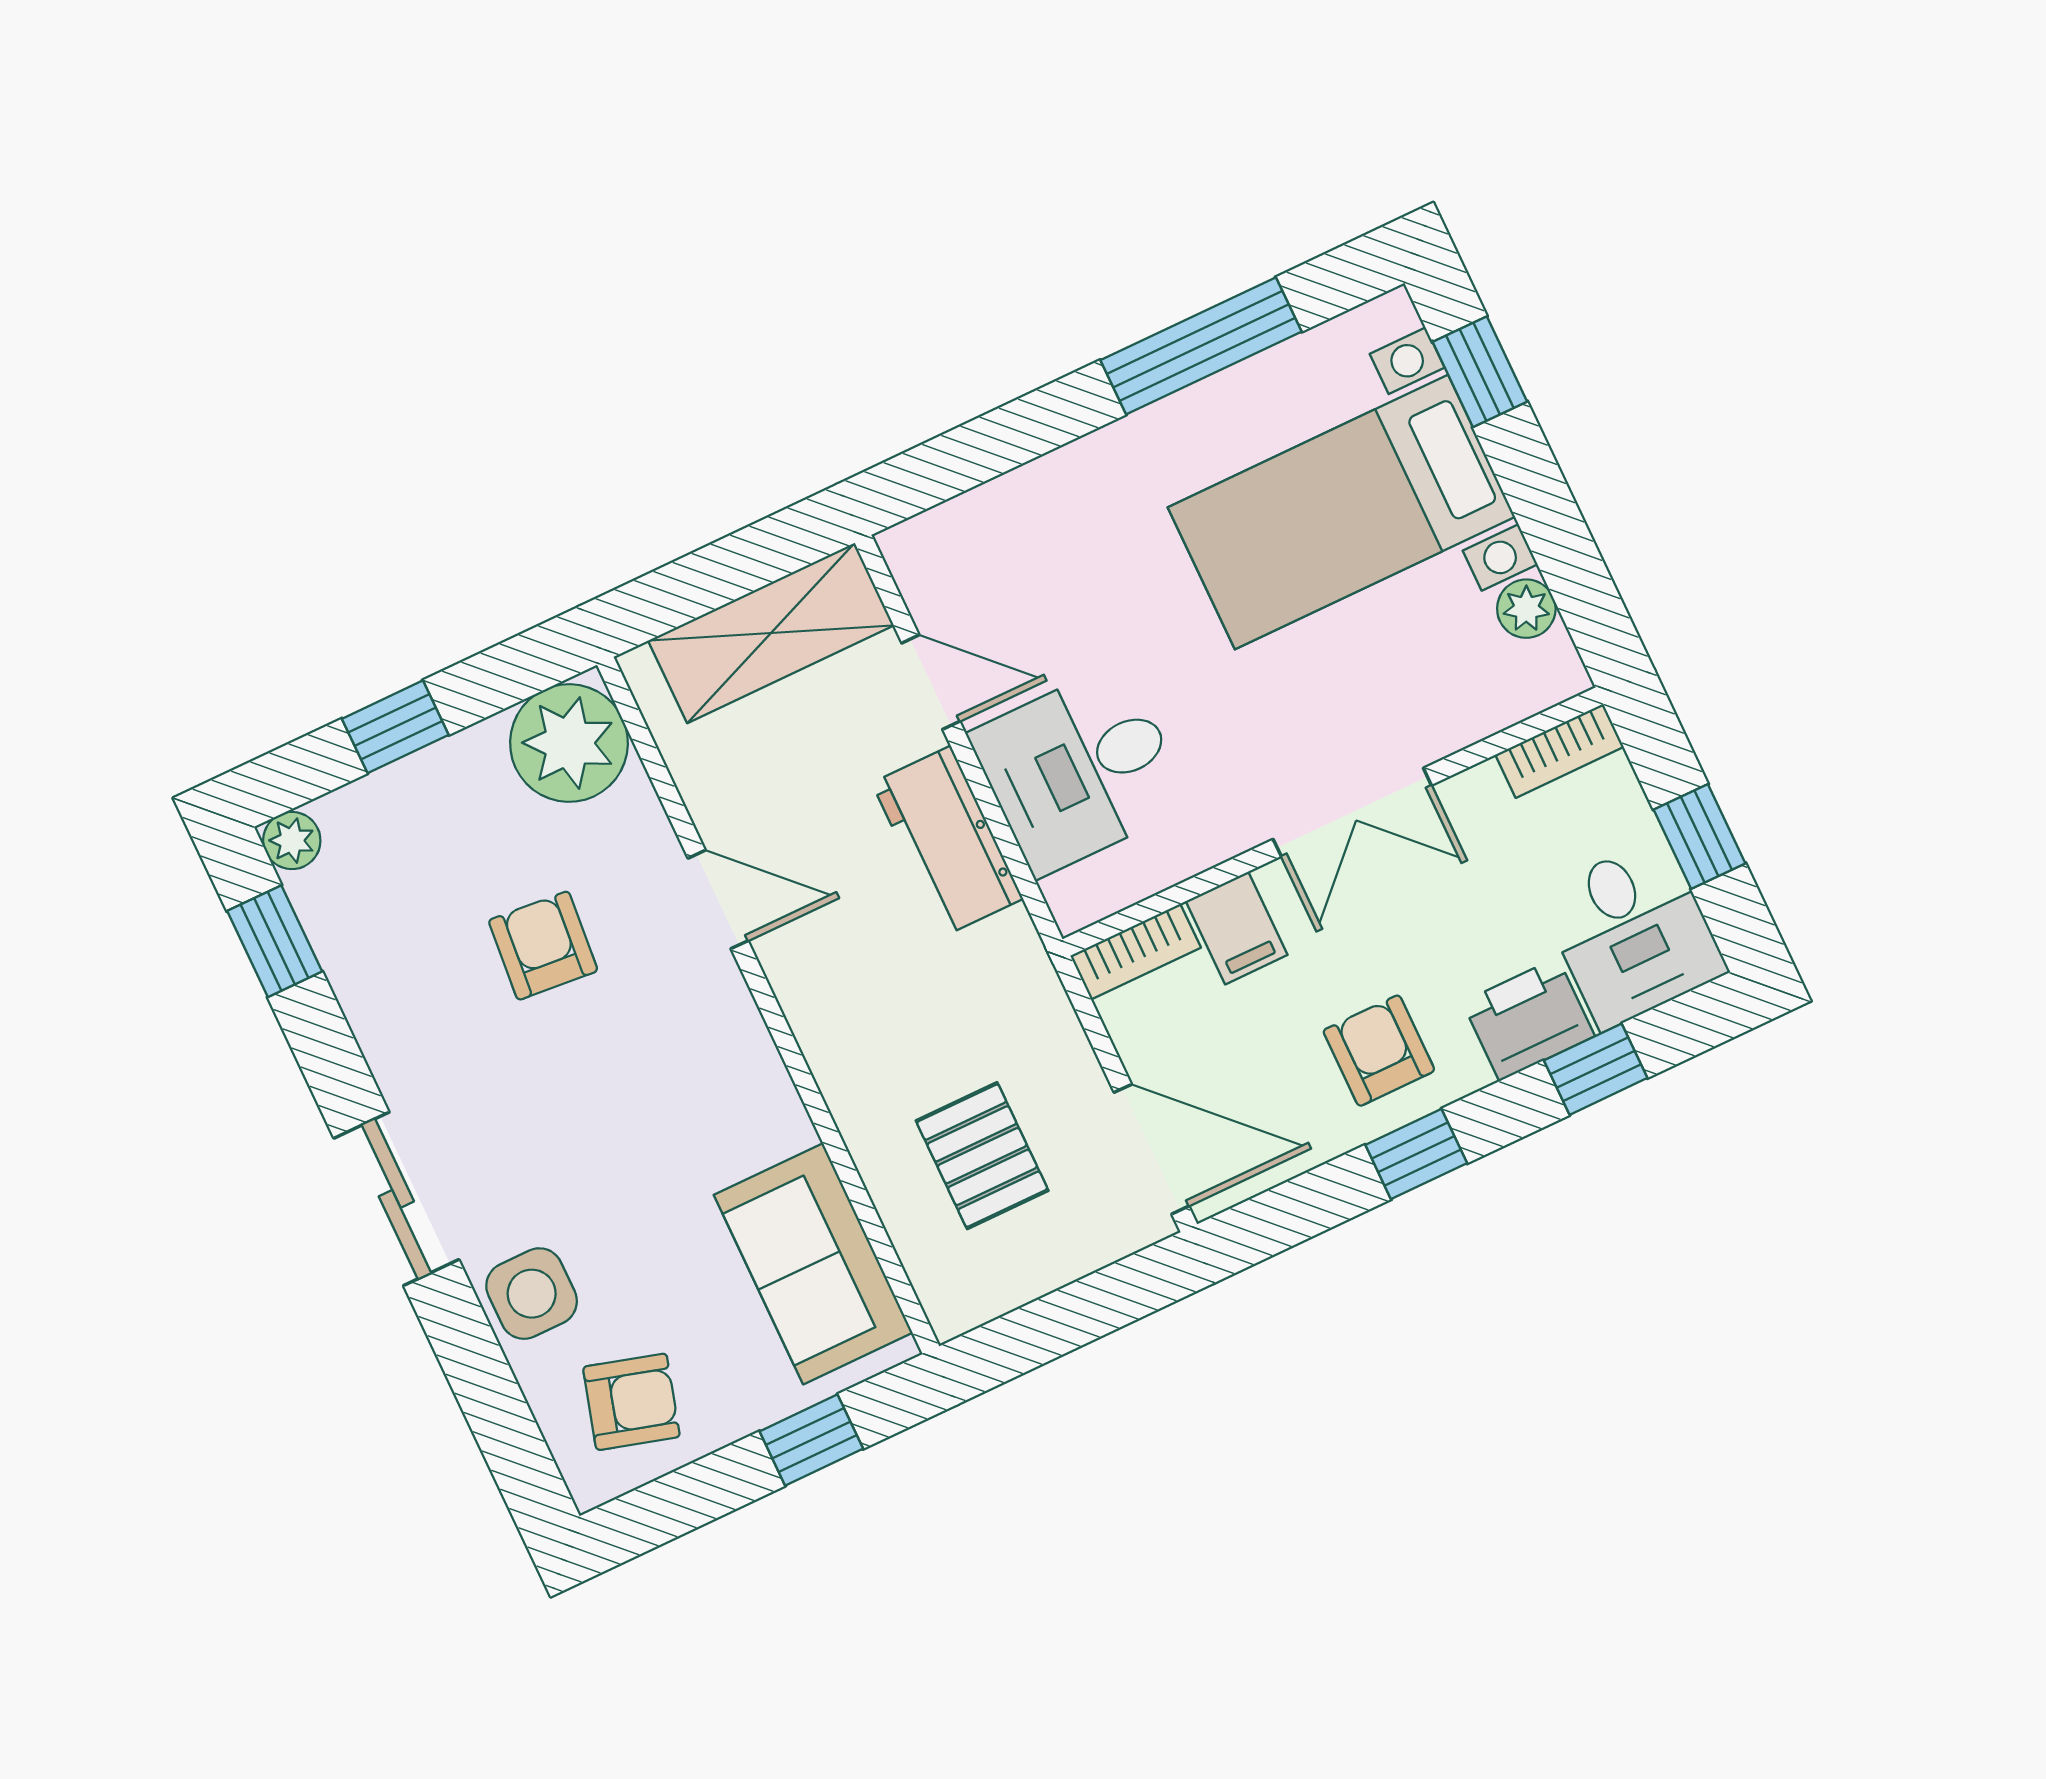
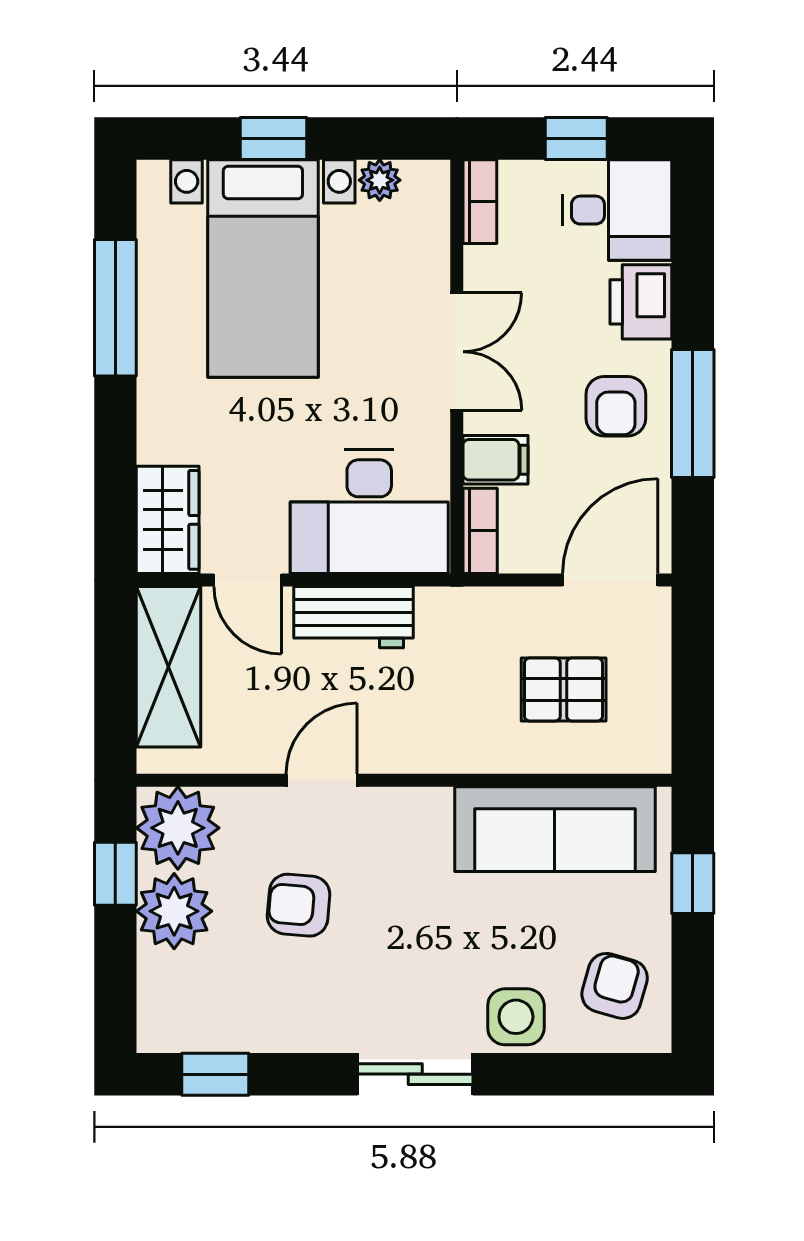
window: (1480, 372) -> (273, 139), moved
wardrobe: (960, 542) -> (168, 520), added
door: (931, 682) -> (248, 580), swing flipped
window: (395, 727) -> (115, 874), moved
desk: (1080, 769) -> (369, 512), width x1.37
plant: (292, 841) -> (174, 911), moved, width x1.88, depth x1.88
armchair: (1379, 1051) -> (616, 406), turned -90
window: (1596, 1069) -> (693, 274), removed
window: (1416, 1154) -> (693, 414), width x2.17
sofa: (813, 1264) -> (555, 829), width x1.36

